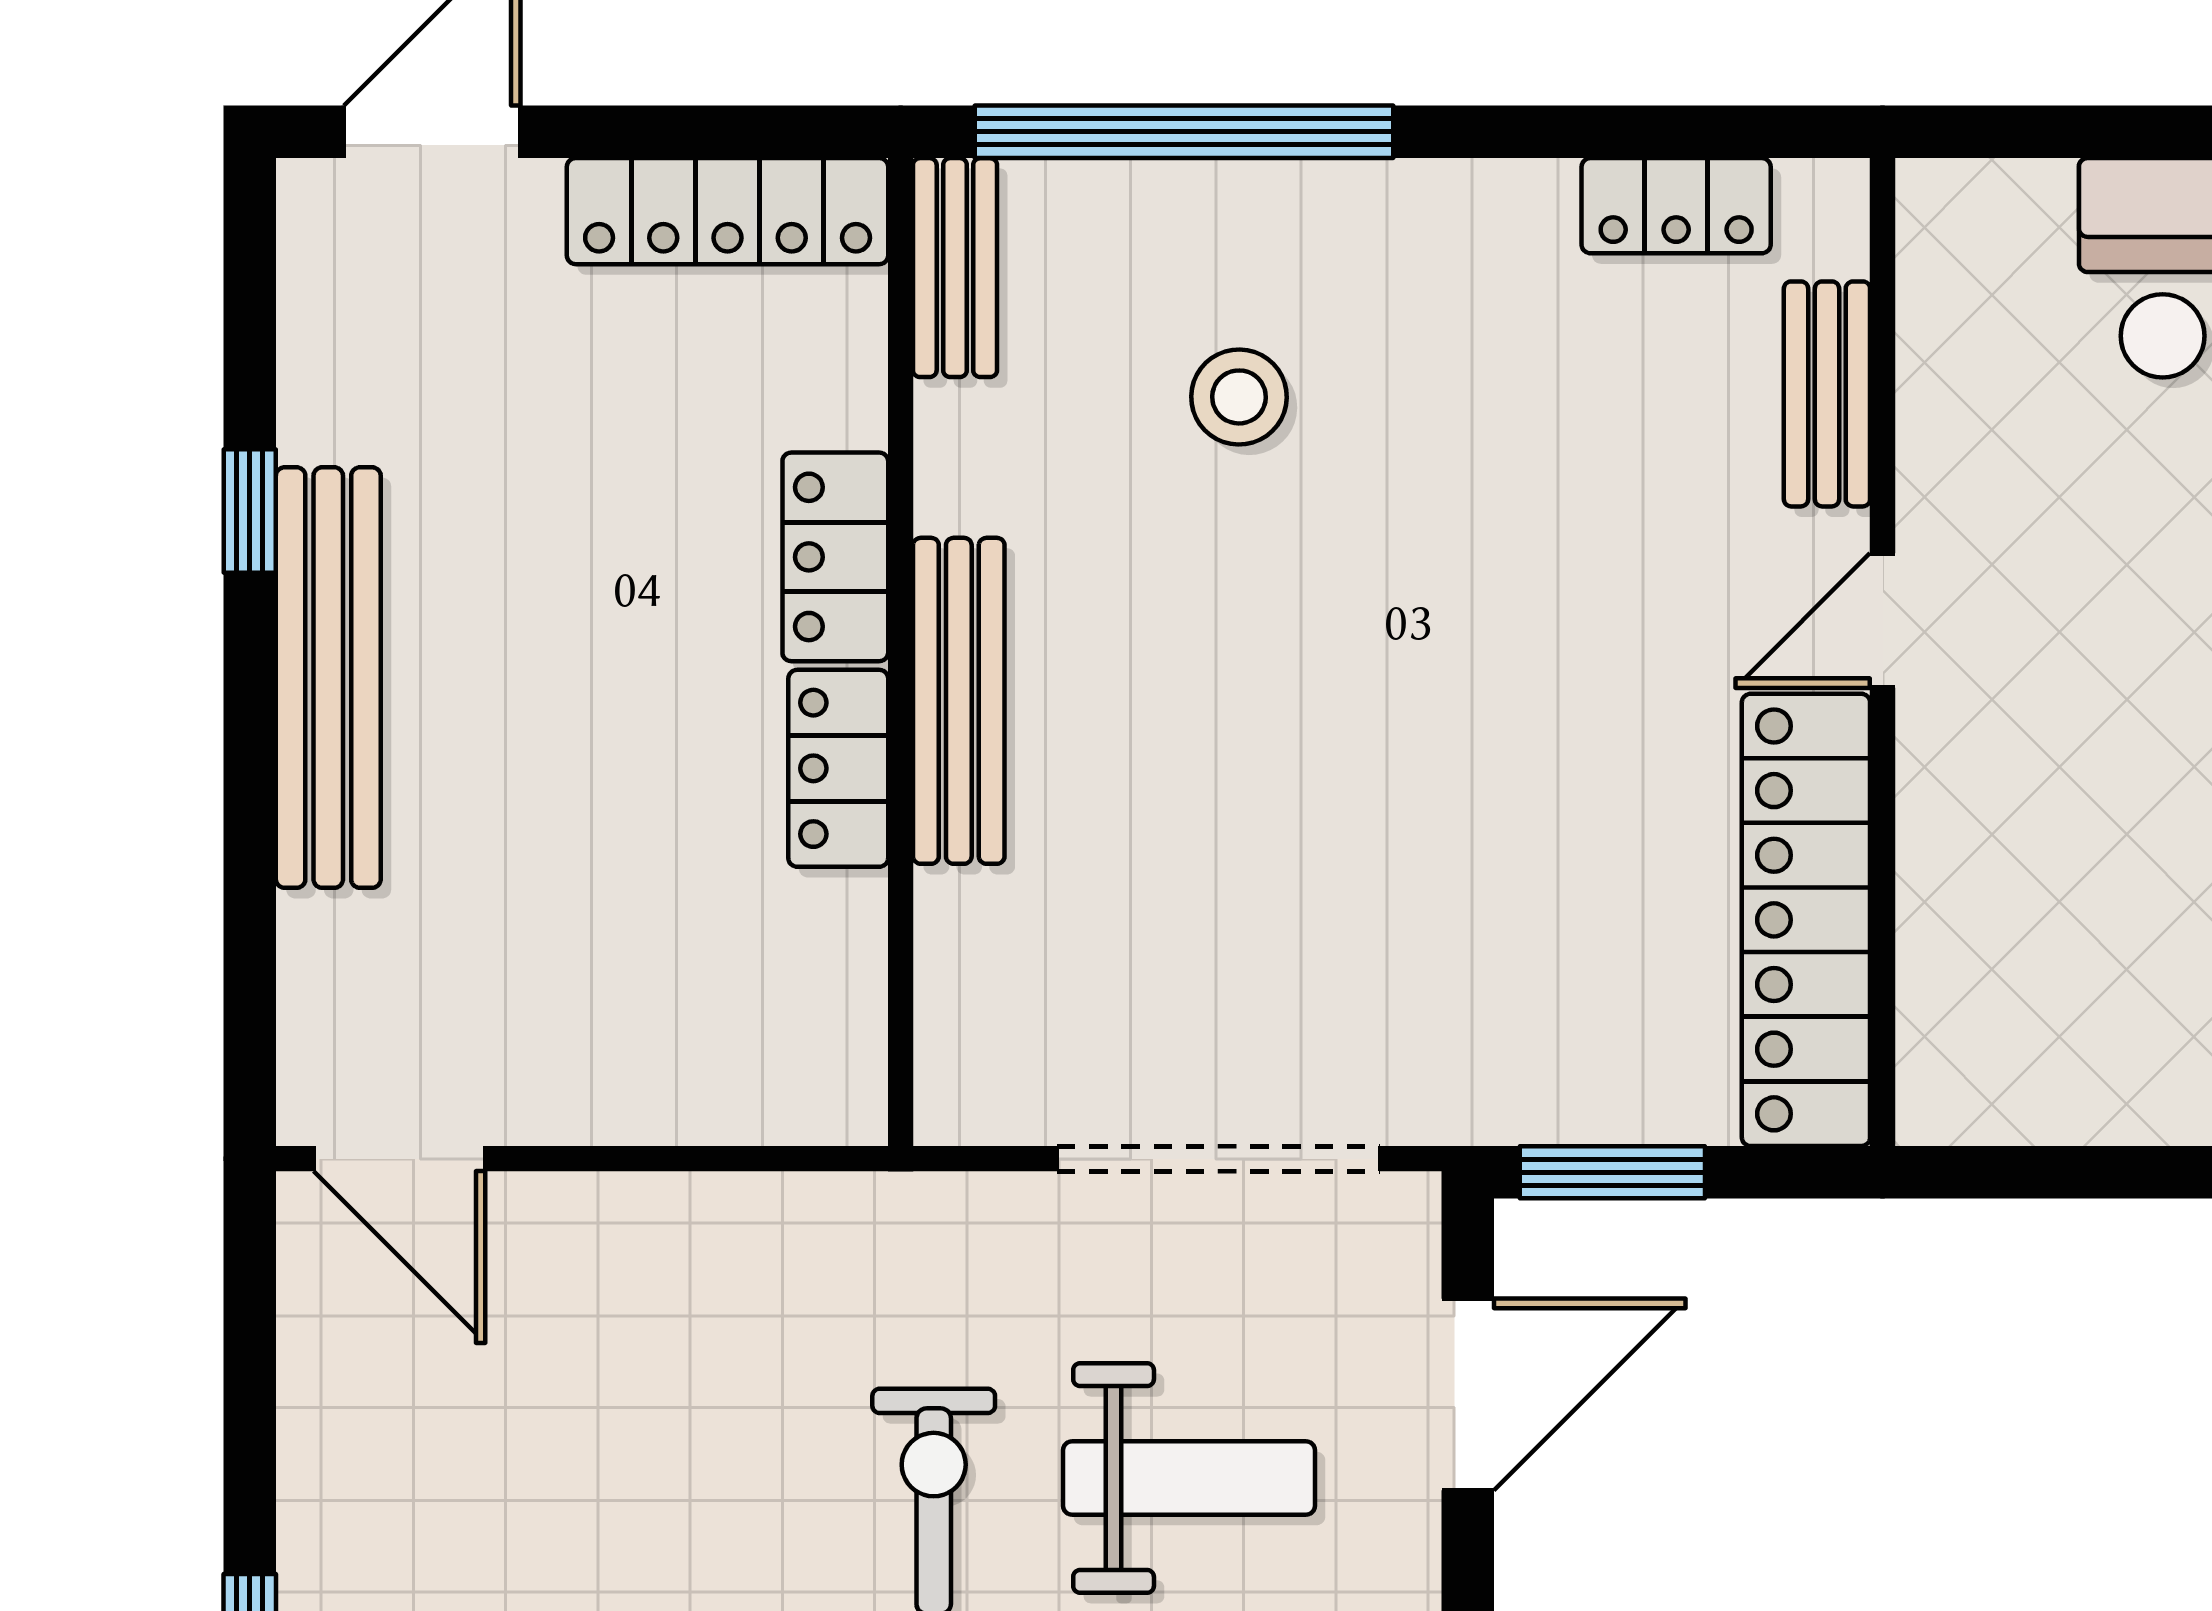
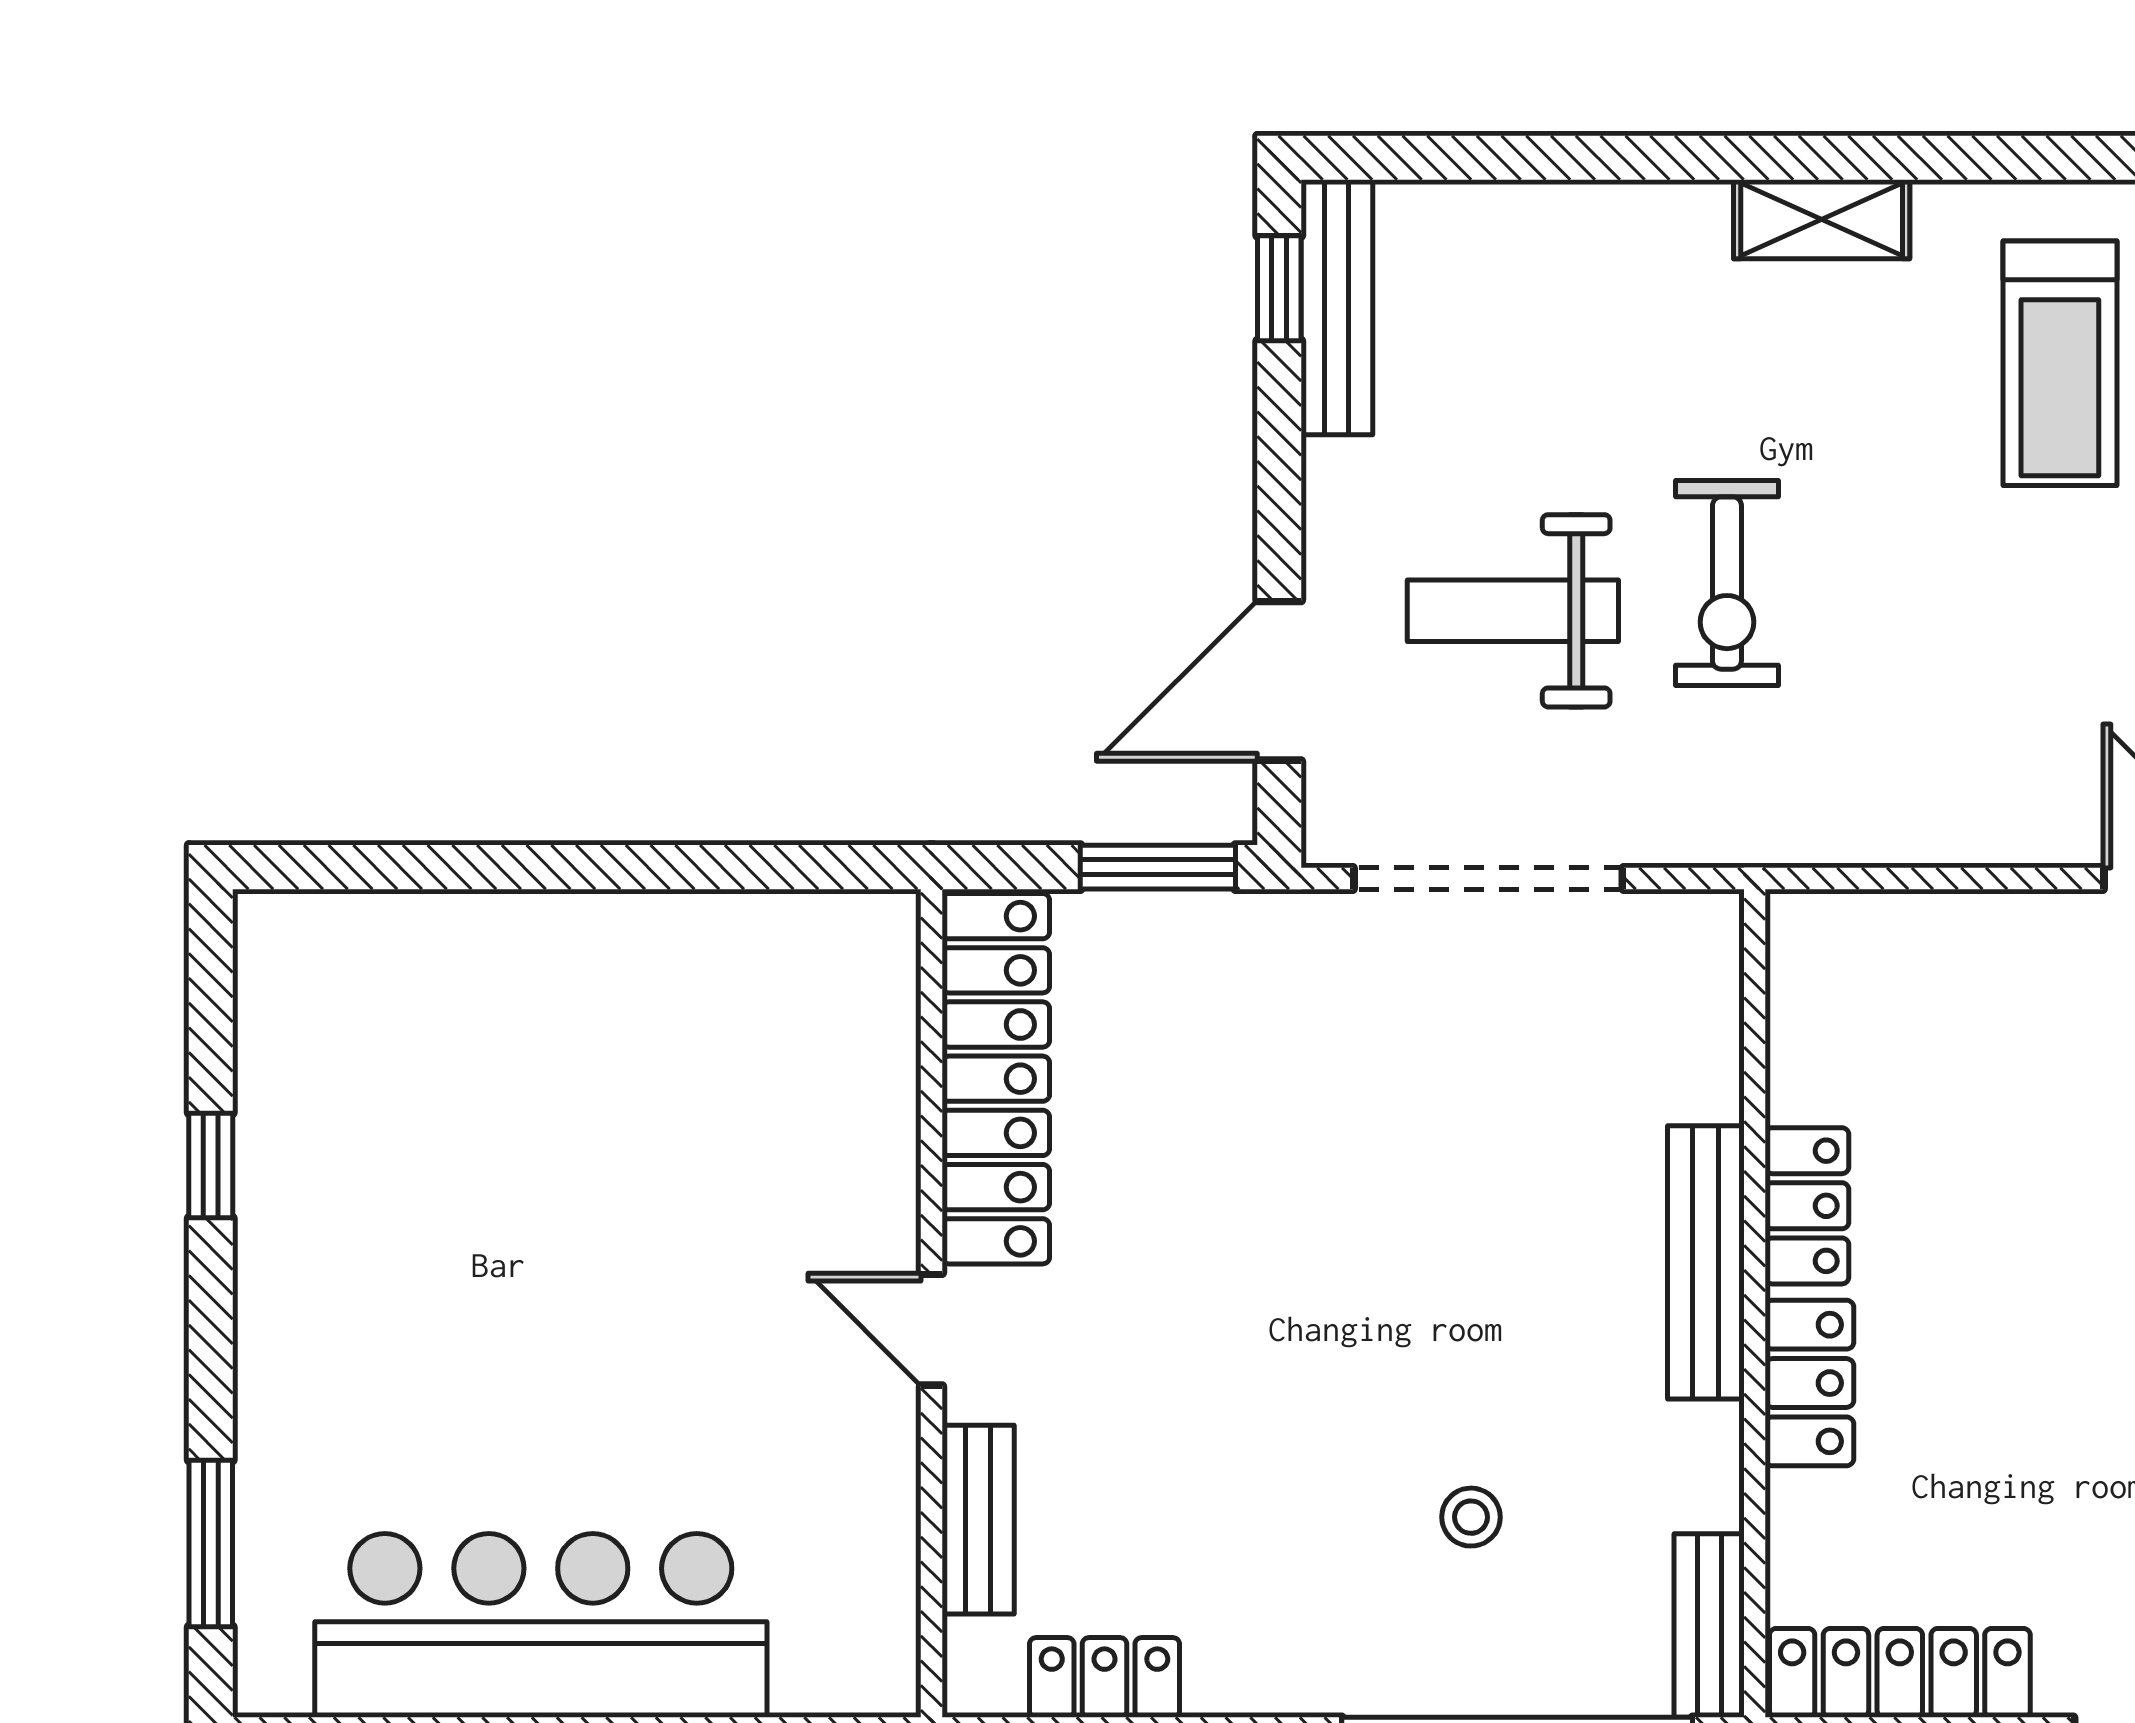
stool: (1239, 397) -> (1471, 1517), width x0.73, depth x0.73
door: (1883, 621) -> (932, 1330), swing flipped

